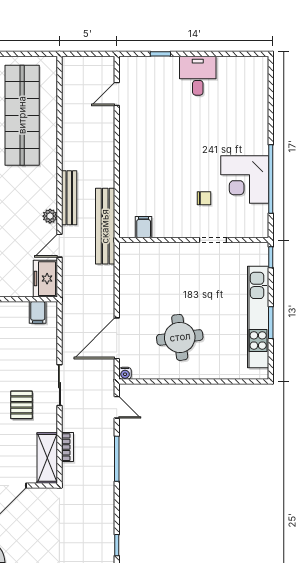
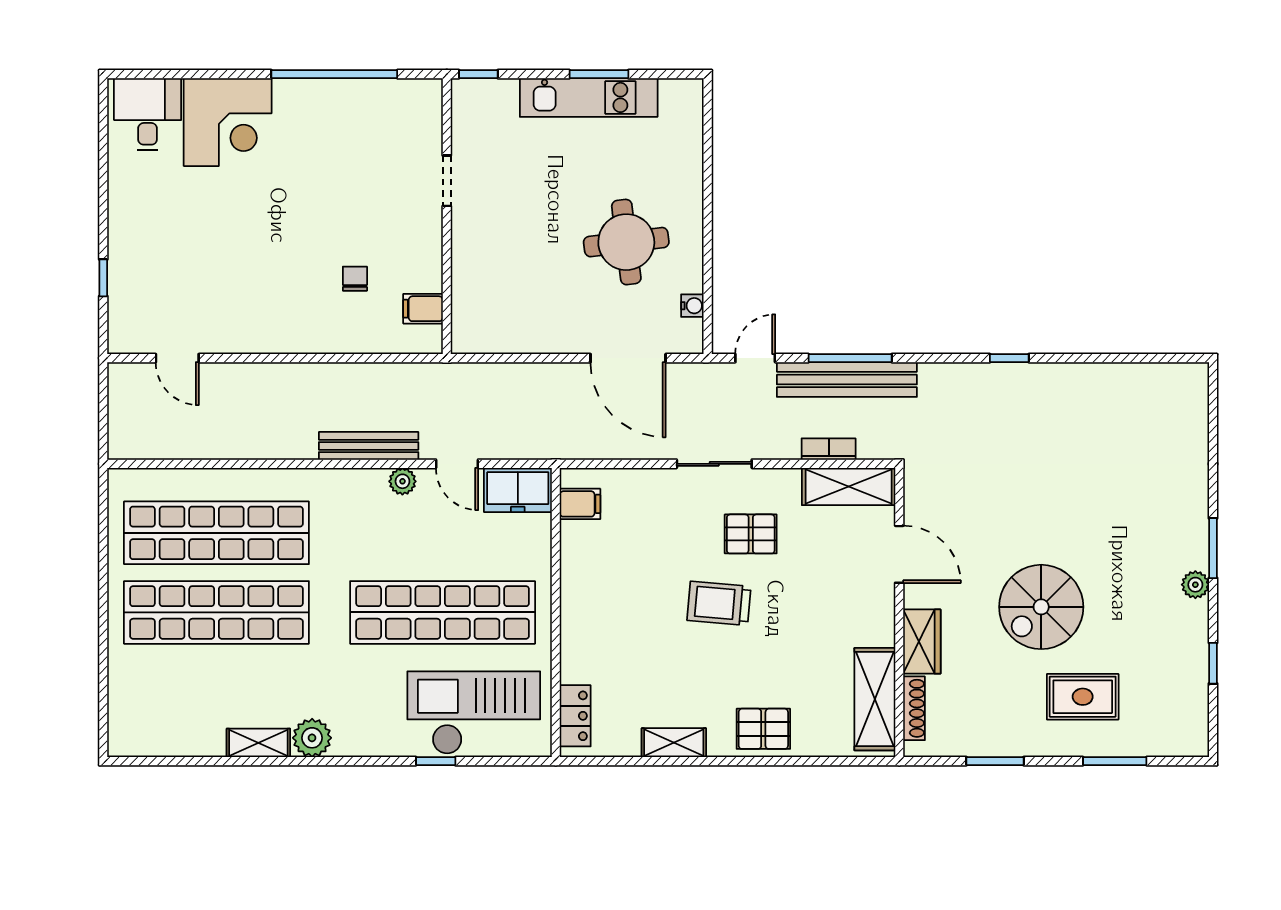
desk: (198, 76) -> (148, 114), moved, turned 90
corner desk: (245, 180) -> (228, 122), moved
chair: (204, 198) -> (355, 279), moved
bench: (105, 226) -> (847, 380), moved
kitchen unit: (258, 317) -> (589, 97), width x0.73
water cooler: (125, 373) -> (692, 306), moved

